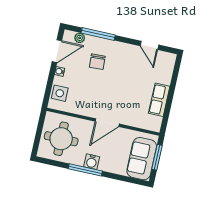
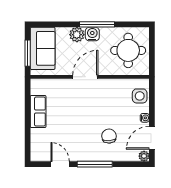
window: (98, 34) -> (95, 164), moved
plant: (80, 38) -> (144, 156), moved
plant: (106, 164) -> (77, 35), added

